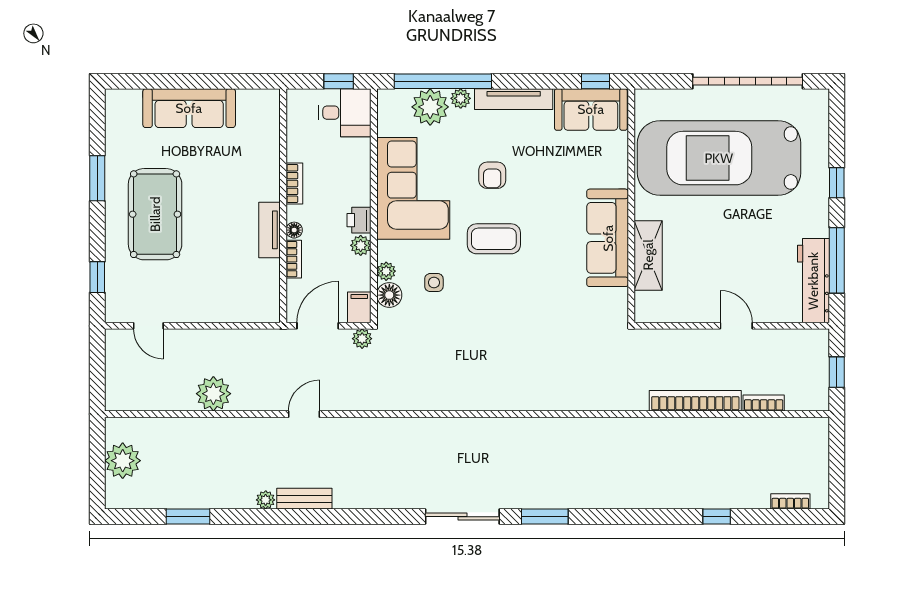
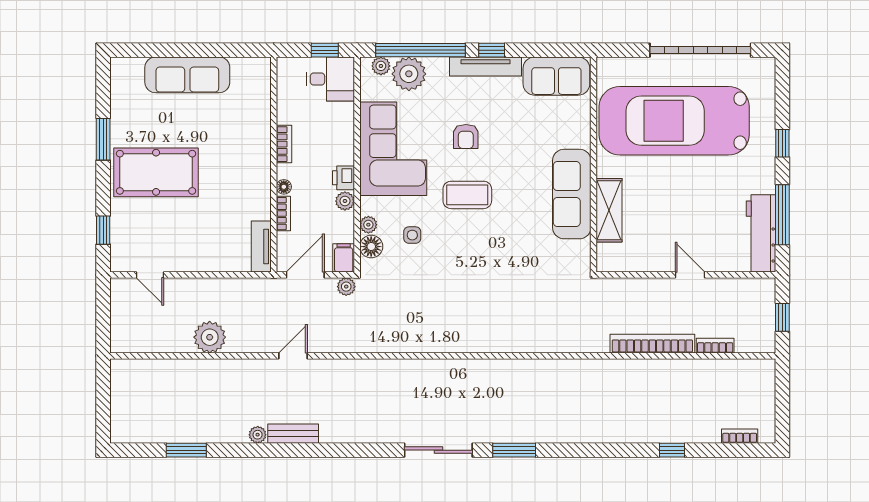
window: (596, 81) -> (492, 50), moved
plant: (461, 98) -> (381, 66), moved
pool table: (155, 214) -> (156, 172), turned 90
tv unit: (270, 230) -> (261, 247), moved
plant: (123, 461) -> (126, 399), removed

